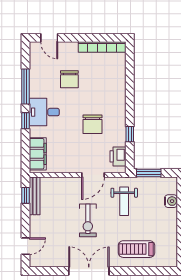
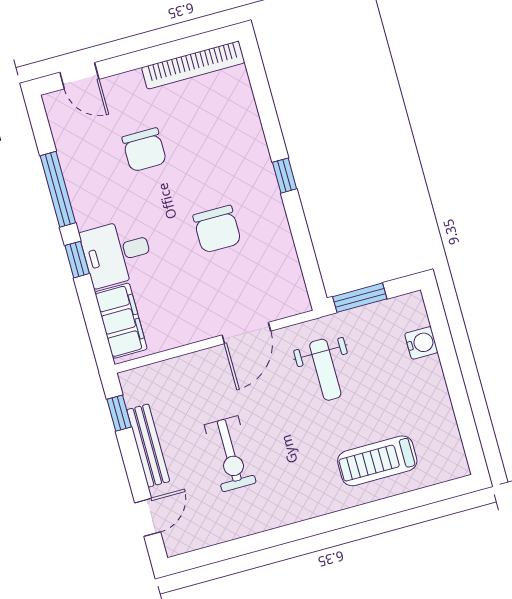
desk: (44, 112) -> (117, 253), moved
window: (130, 134) -> (285, 176), moved
printer: (118, 156) -> (287, 281), removed
bench: (35, 196) -> (148, 446), moved
exercise bike: (88, 220) -> (230, 454), moved
double door: (89, 271) -> (292, 533), removed

